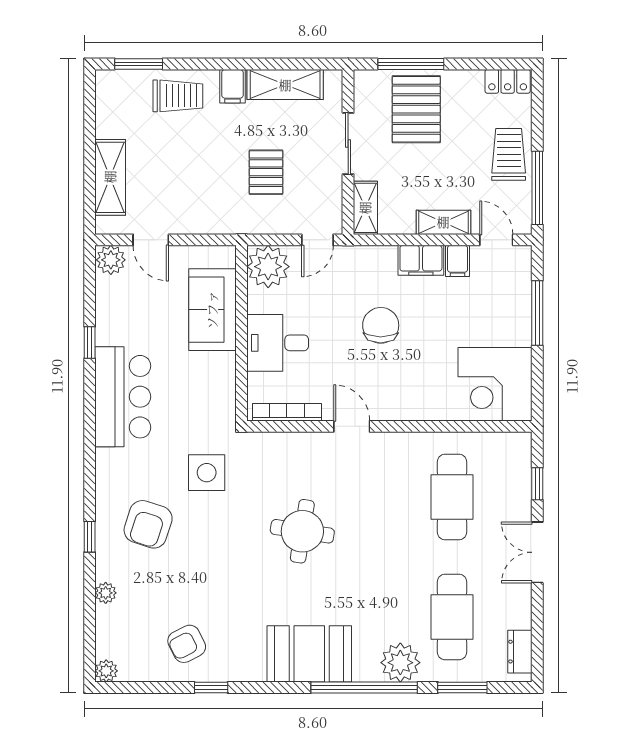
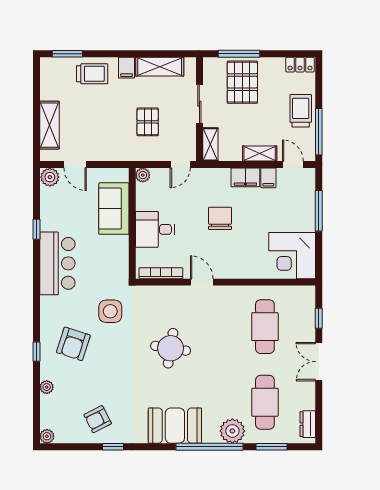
plant: (268, 267) -> (143, 175), width x0.53, depth x0.53

